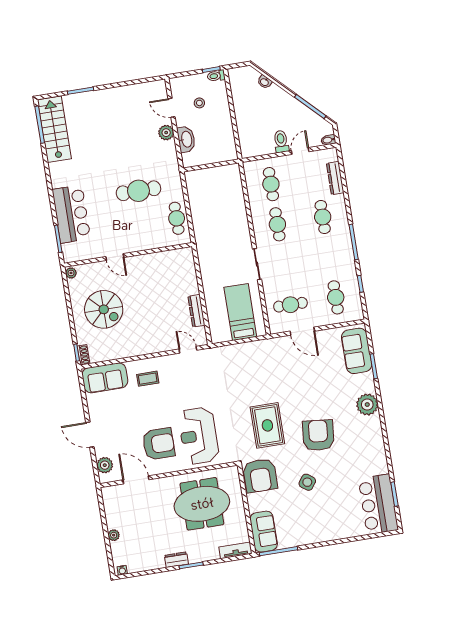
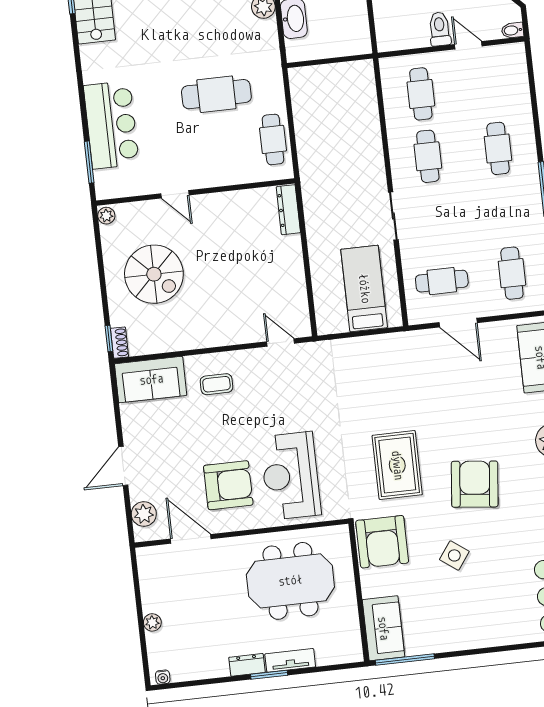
door: (300, 151) -> (468, 45), hinge flipped
dresser: (335, 178) -> (520, 89), removed
dresser: (196, 311) -> (288, 210), moved
door: (90, 435) -> (123, 466), hinge flipped
tv unit: (235, 550) -> (290, 660), moved

